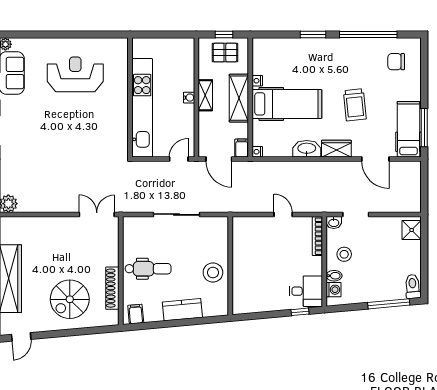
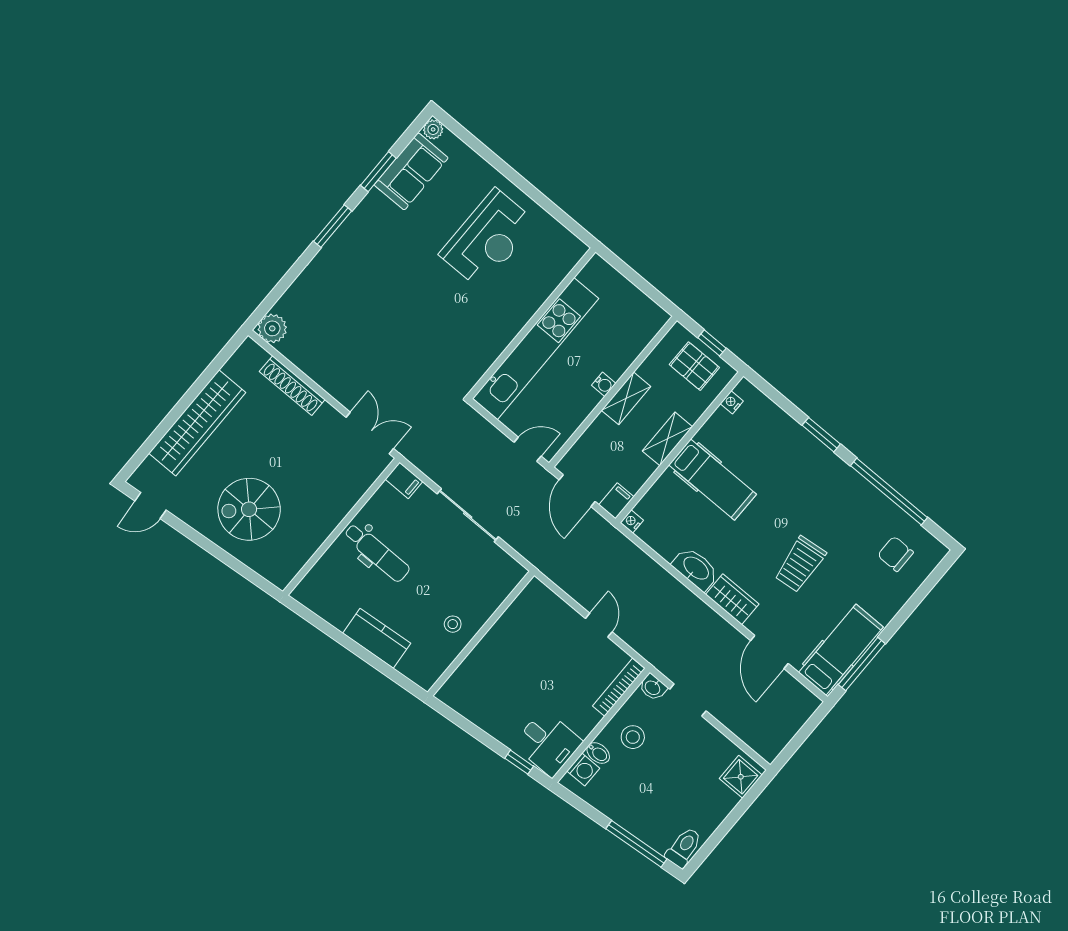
reception desk: (75, 74) -> (488, 239), turned 90
nightstand: (257, 81) -> (732, 402), moved
shelving: (239, 98) -> (667, 439), width x0.67, depth x0.75
hospital bed: (287, 104) -> (712, 480), width x0.73, depth x0.78
stool: (213, 272) -> (453, 624), width x0.53, depth x0.53
shoe rack: (112, 288) -> (292, 386), moved, turned -90
filing cabinet: (136, 314) -> (404, 480), moved, turned 95

